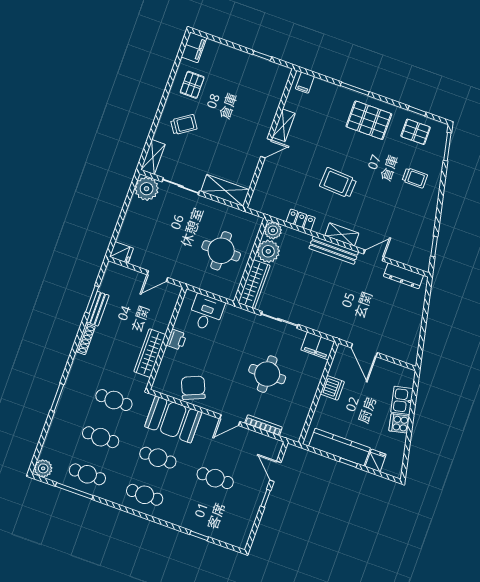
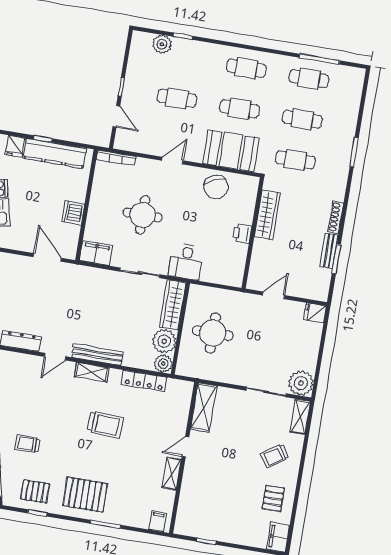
shelving: (225, 190) -> (204, 407), moved, turned 90
locker: (301, 220) -> (144, 381), width x1.53
desk: (206, 313) -> (186, 262), moved
bookcase: (263, 425) -> (116, 158), moved
plant: (43, 468) -> (162, 44), moved

